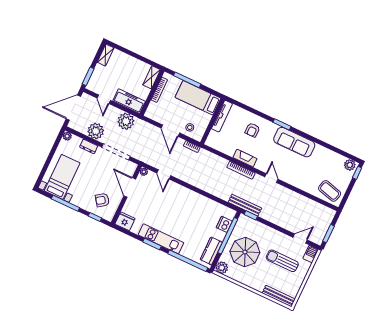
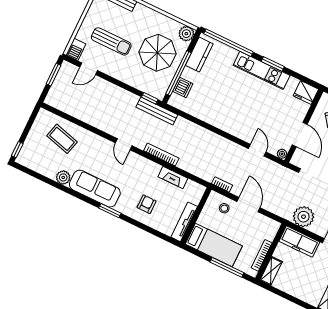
fireplace: (245, 158) -> (173, 178), moved
plant: (350, 165) -> (63, 177), moved
coffee table: (330, 191) -> (62, 139), moved

